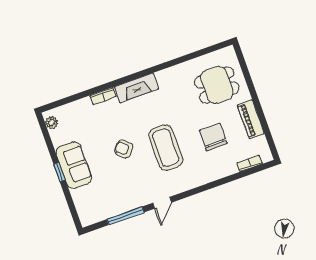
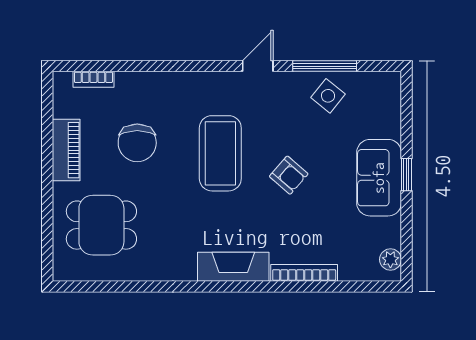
bookcase: (103, 96) -> (304, 273), width x1.56
side table: (118, 200) -> (328, 96), added

